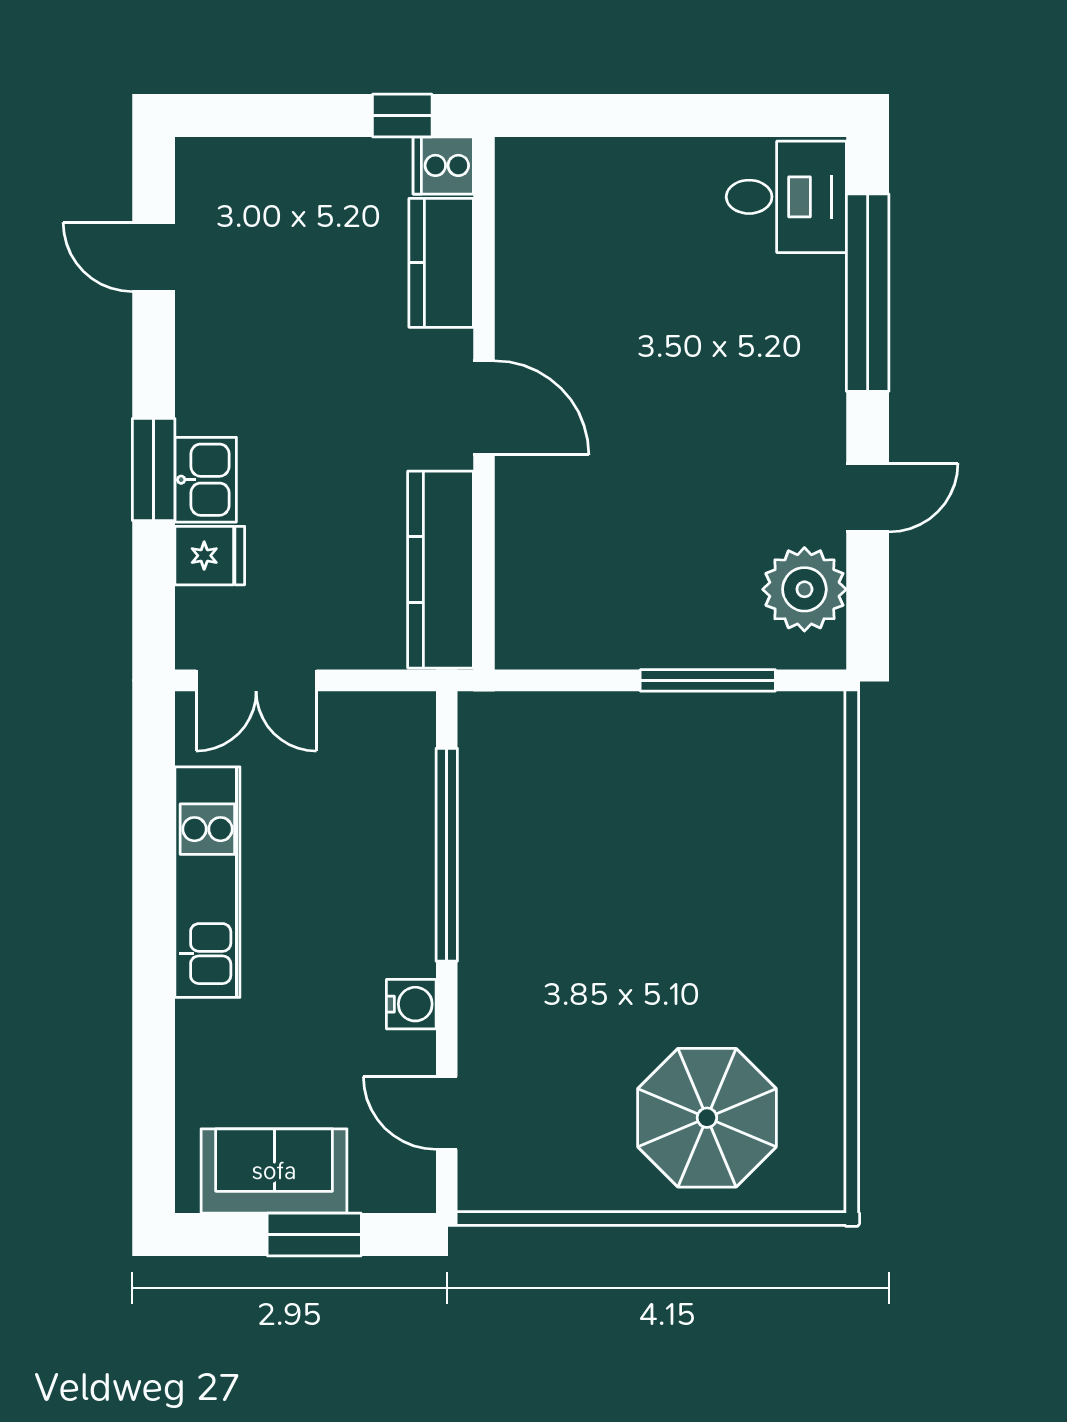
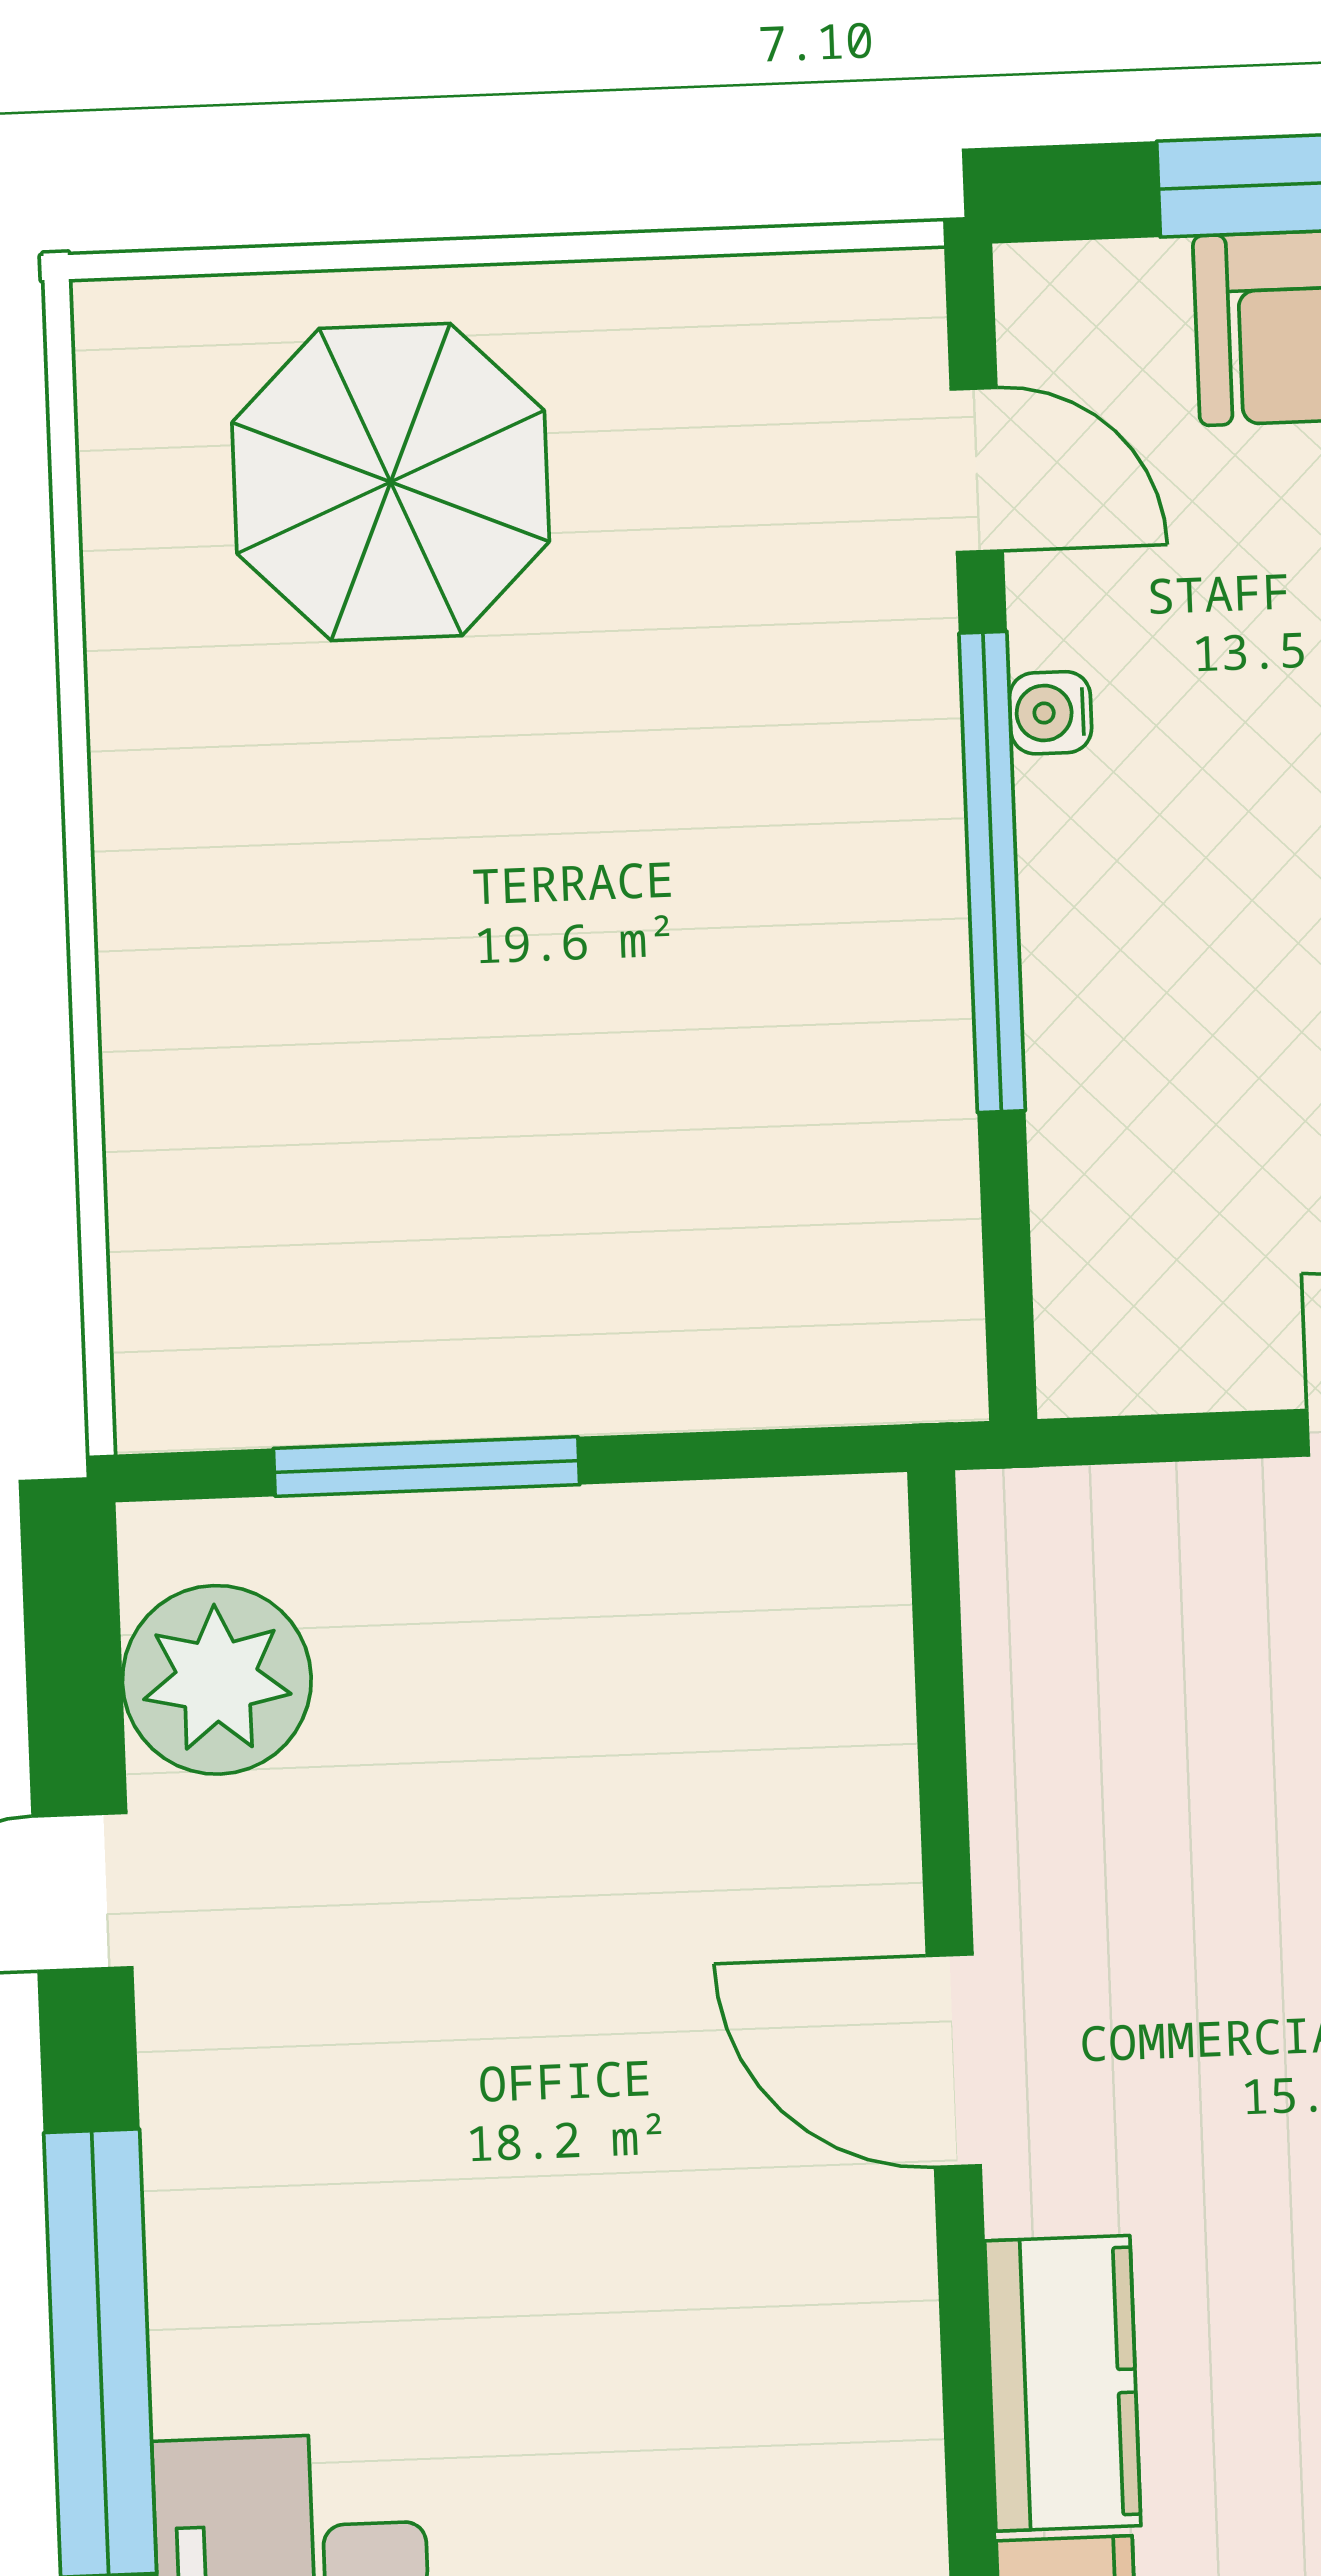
kitchen counter: (441, 570) -> (1038, 1693), removed
window: (447, 855) -> (992, 872), moved
water cooler: (411, 1004) -> (1051, 713), width x0.72, depth x0.72

